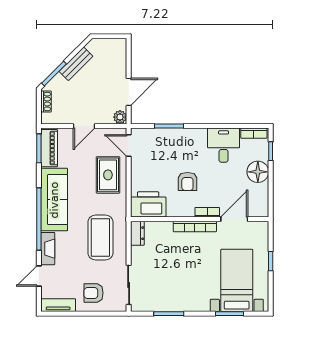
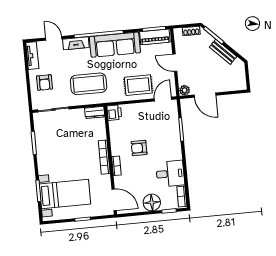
printer: (148, 204) -> (114, 113), width x0.53, depth x0.68
door: (234, 219) -> (114, 200), moved
armchair: (94, 293) -> (44, 83), turned 180

